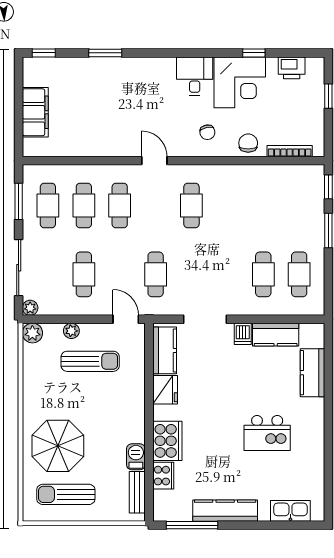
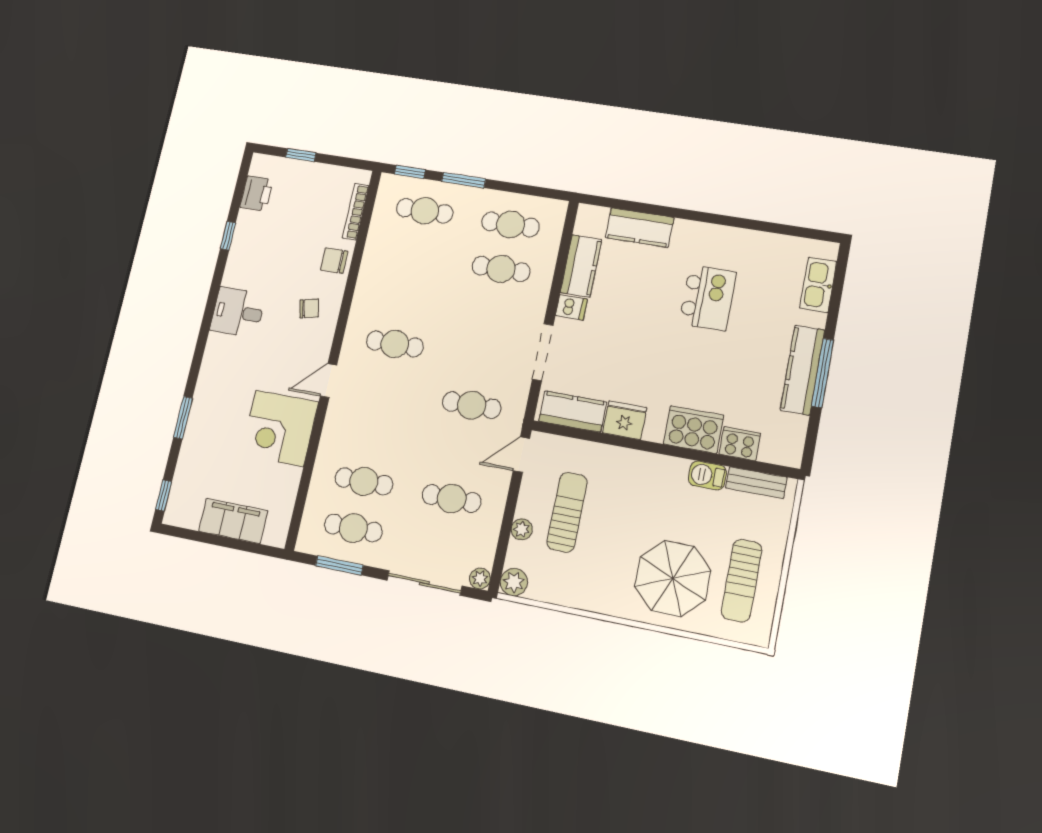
corner desk: (240, 82) -> (280, 428), moved, turned 180
cafe table: (120, 206) -> (425, 211), moved
window: (192, 525) -> (823, 373), moved

